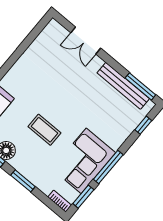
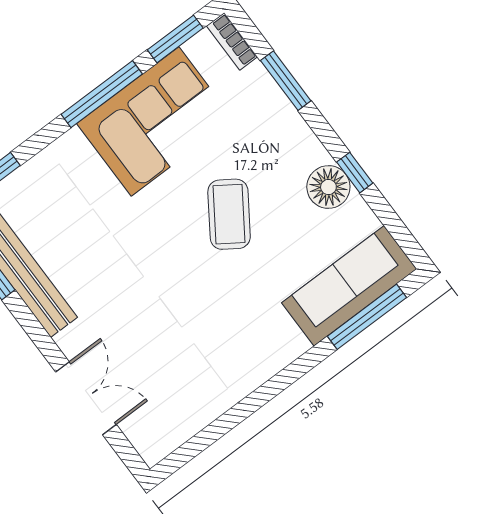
coffee table: (44, 130) -> (229, 214), turned 34
window: (23, 181) -> (286, 81), moved

